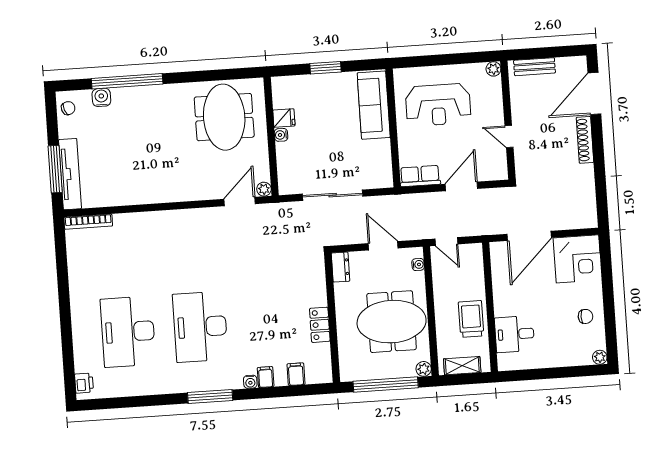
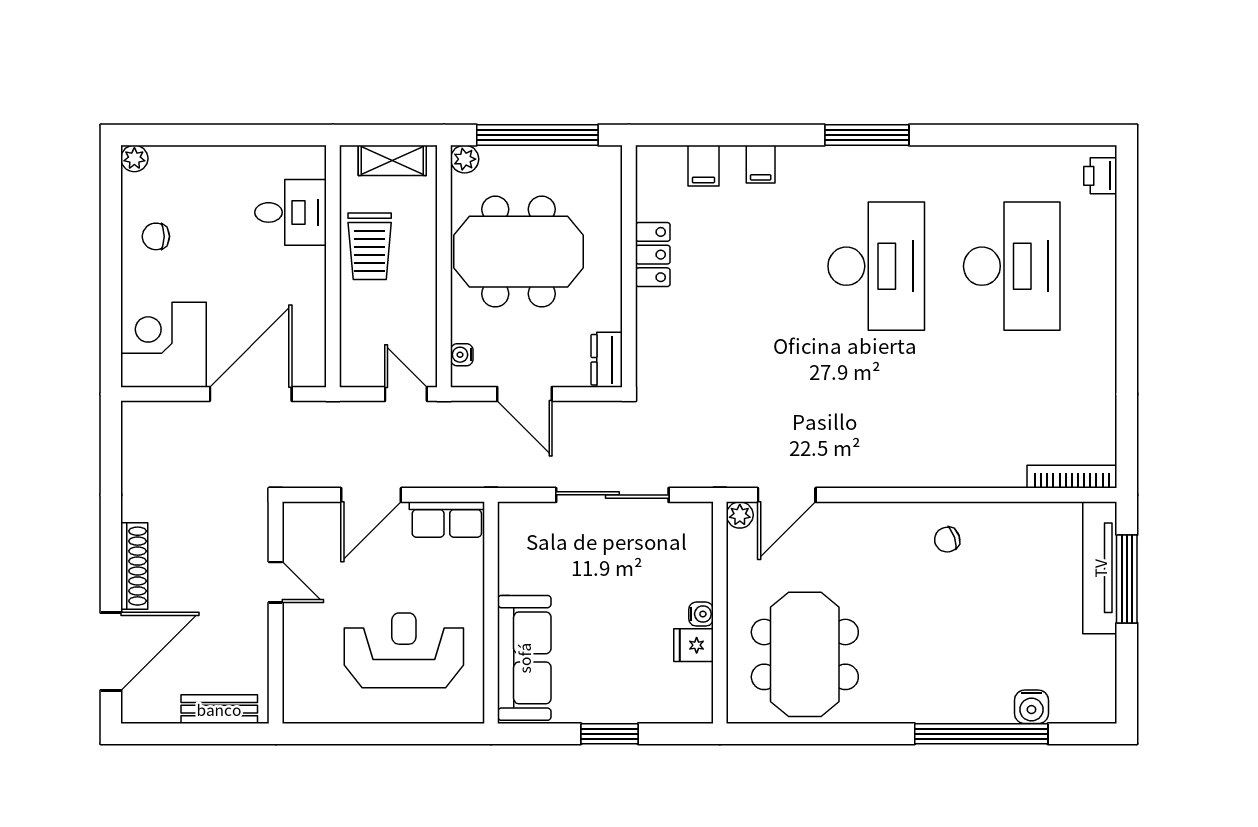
plant: (493, 69) -> (296, 710), removed
chair: (68, 108) -> (947, 540), moved
water cooler: (250, 382) -> (790, 157), removed

